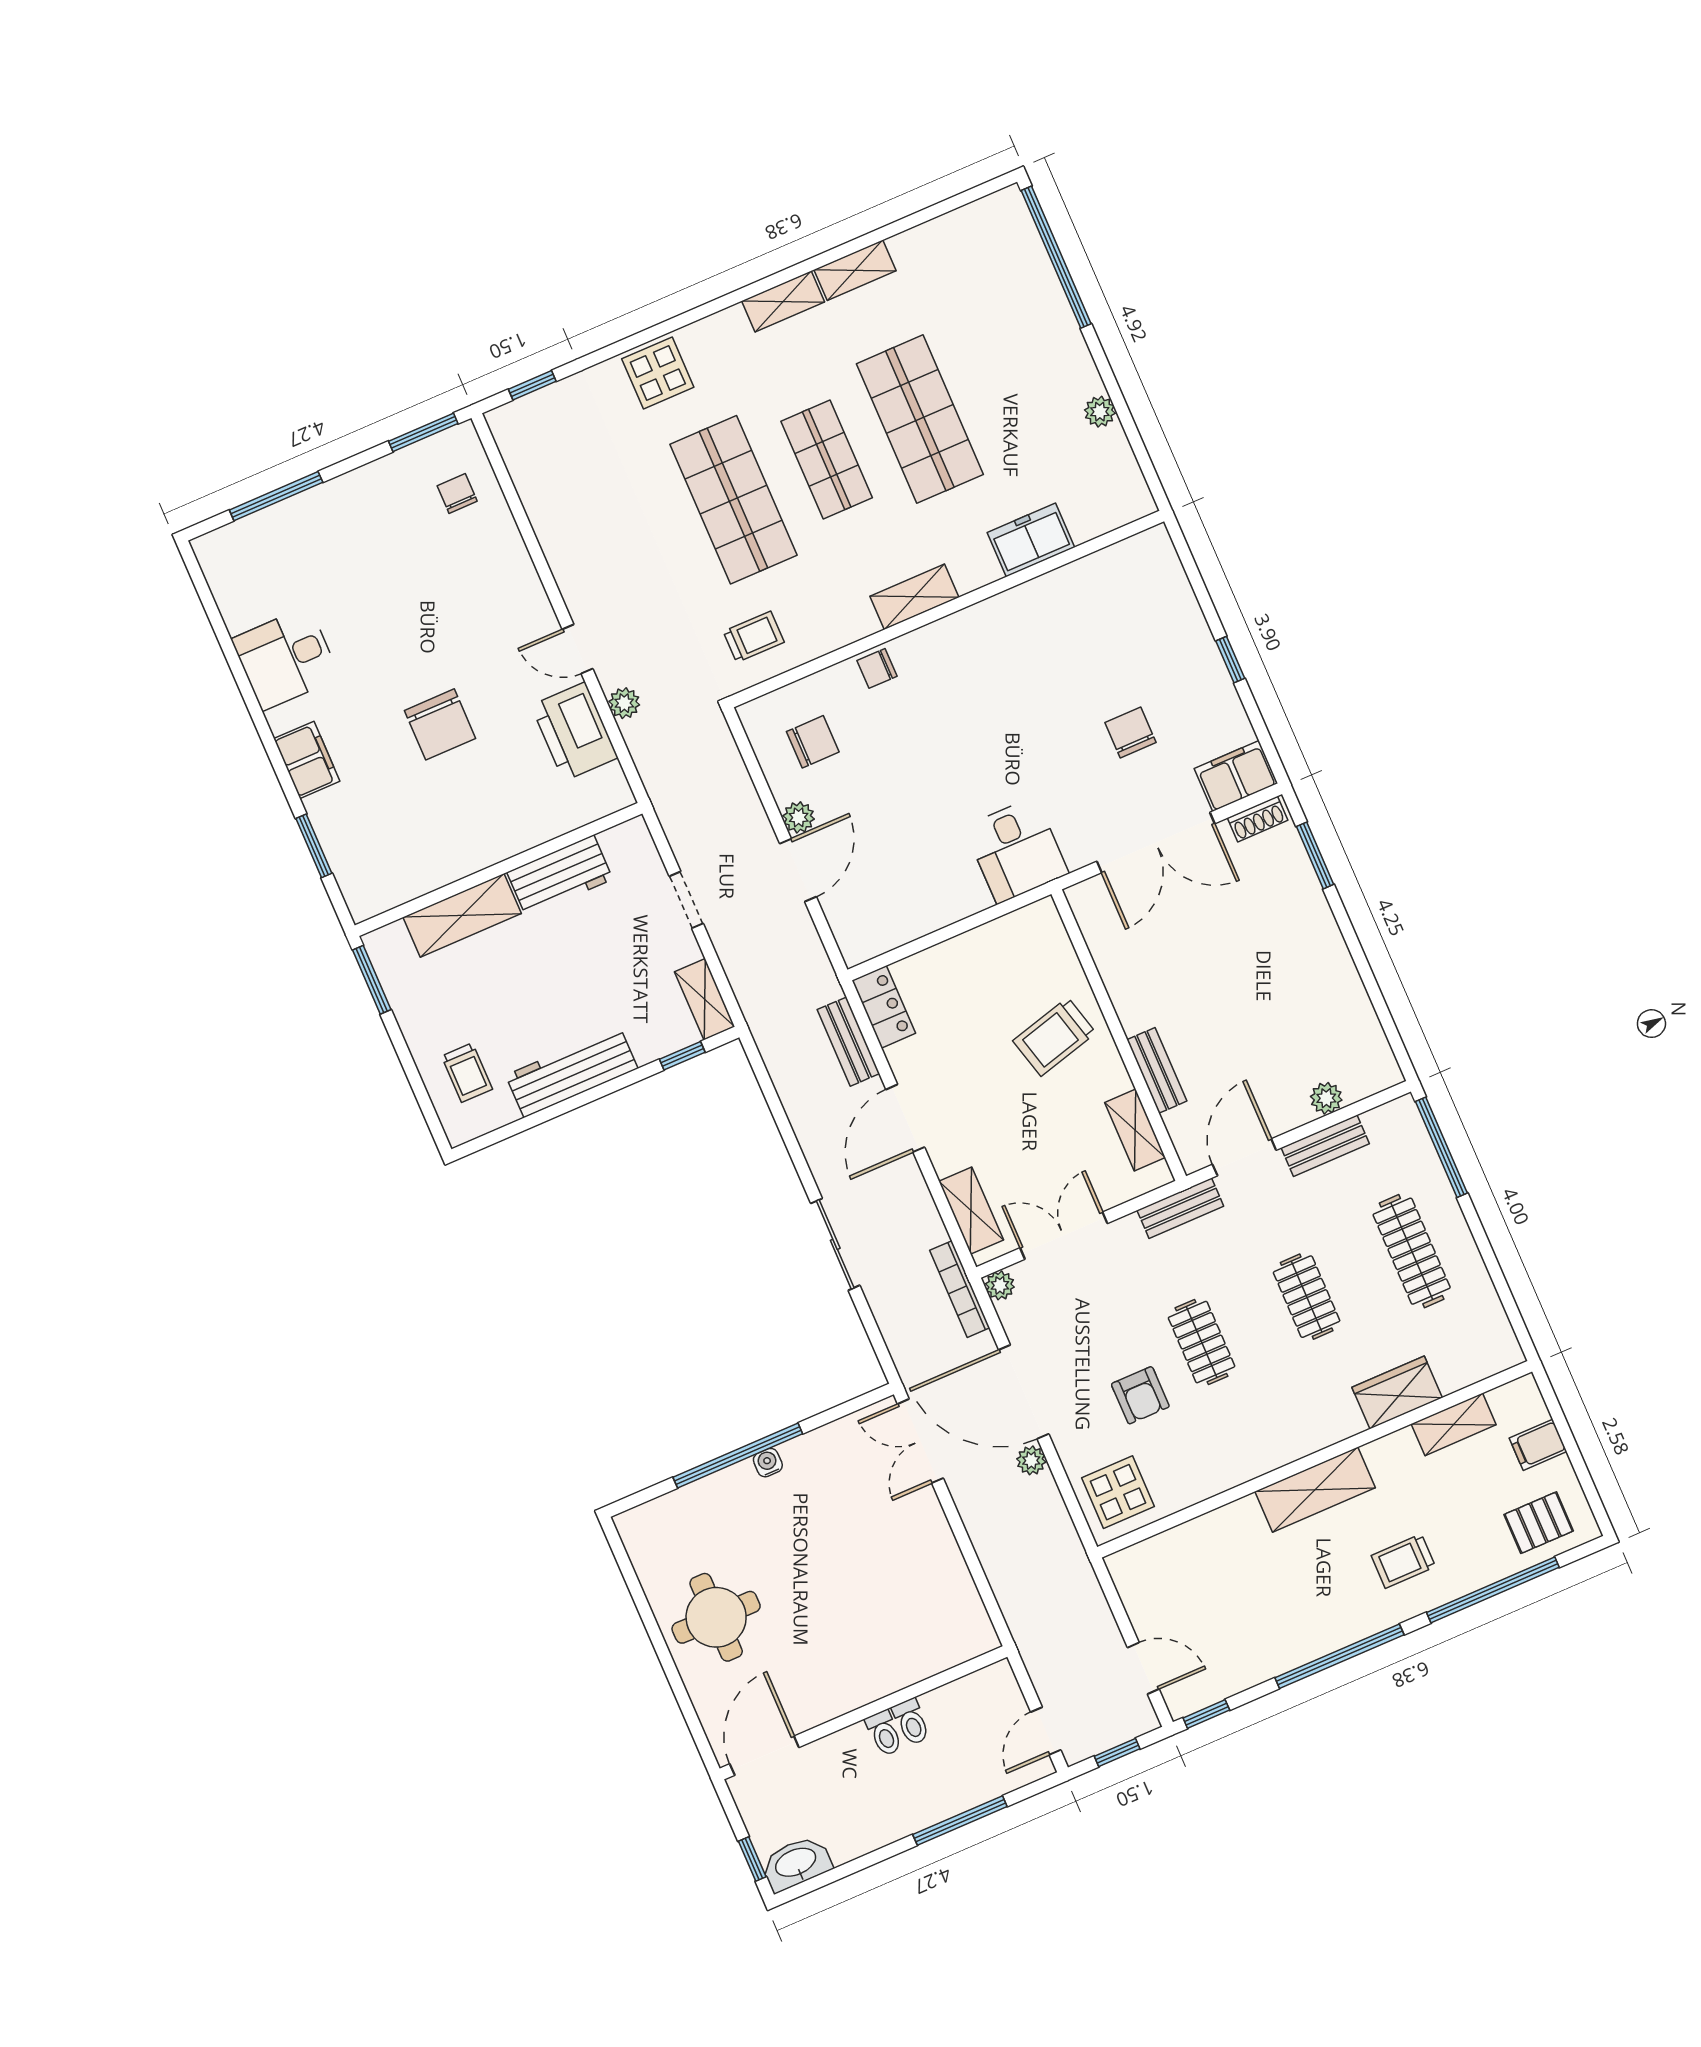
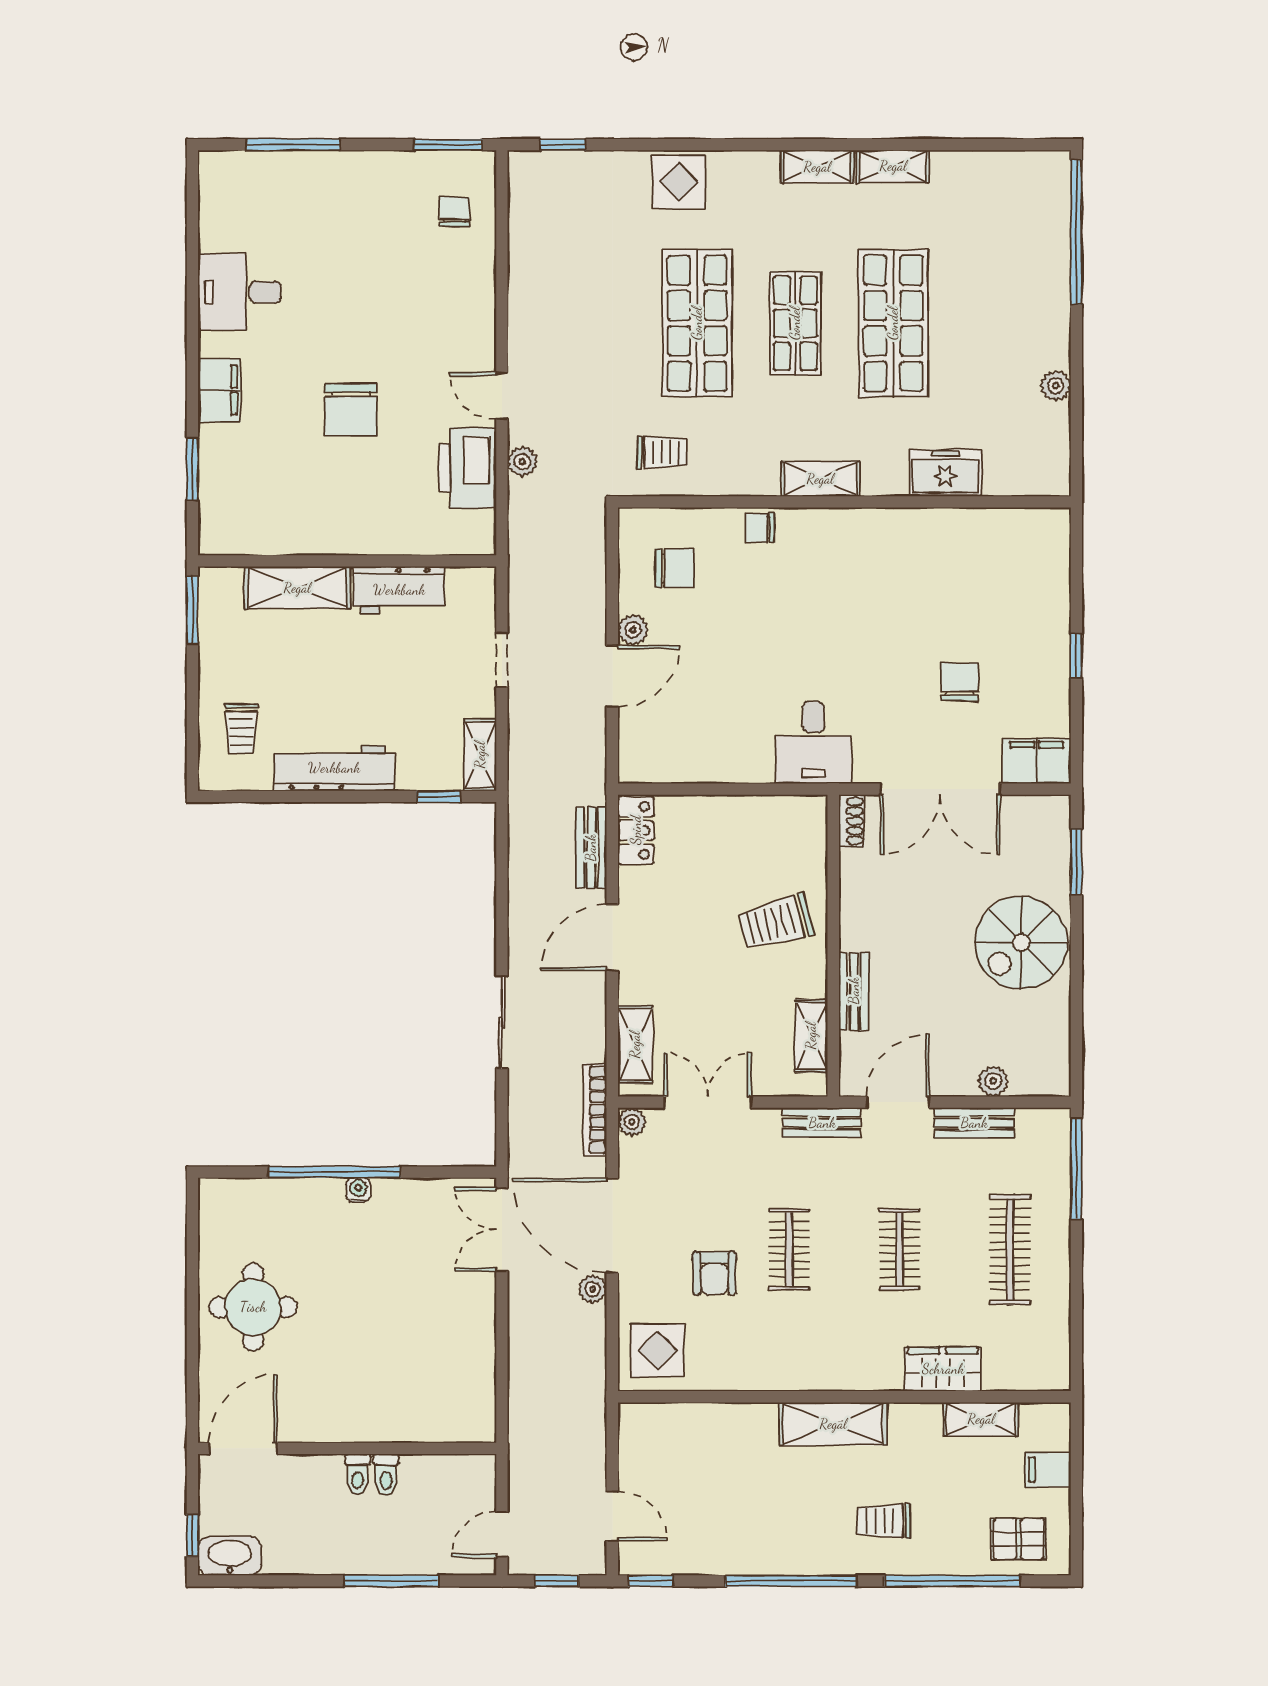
shoe rack: (1258, 819) -> (852, 821), moved, turned -90
spiral stairs: (1296, 955) -> (1021, 943), added

